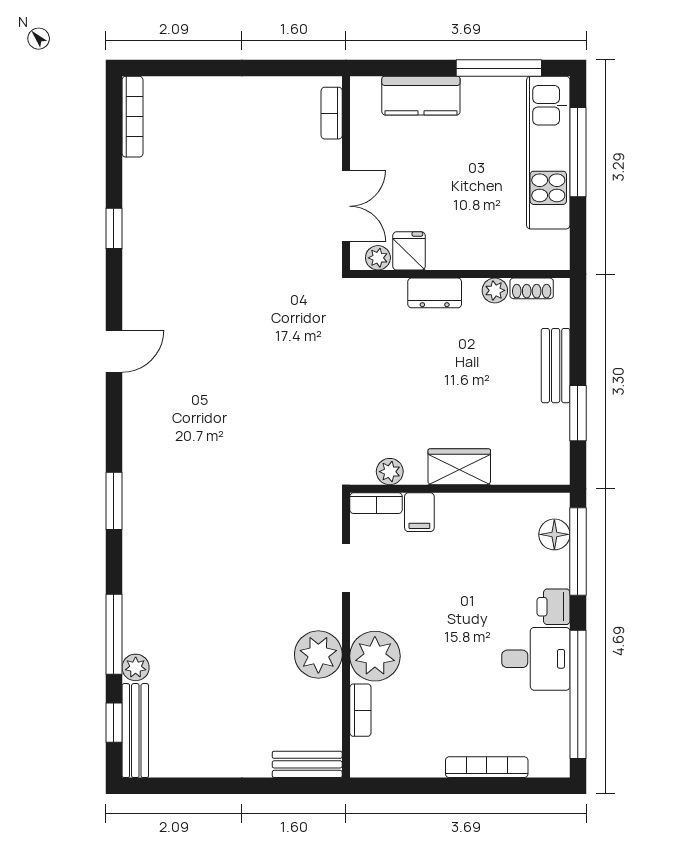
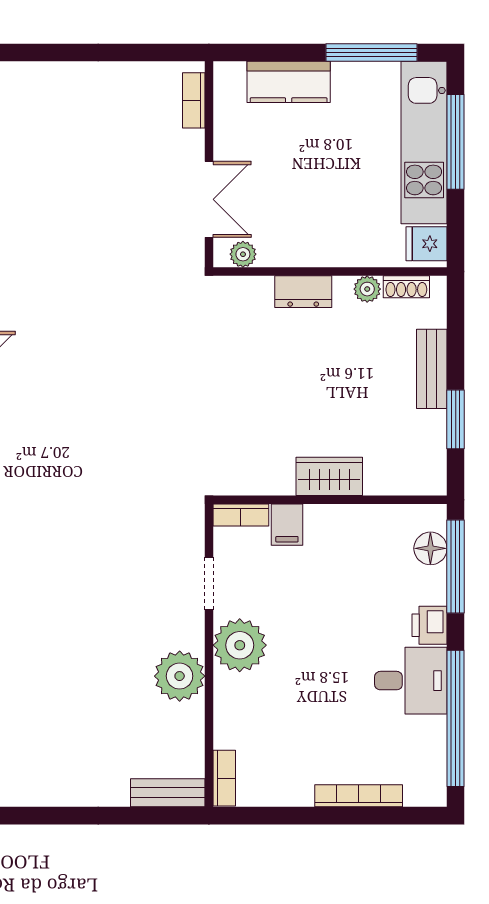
fridge: (409, 251) -> (427, 244), moved, turned -90
plant: (390, 472) -> (256, 482), removed
plant: (375, 656) -> (240, 645), moved
bookcase: (360, 710) -> (224, 778), moved

